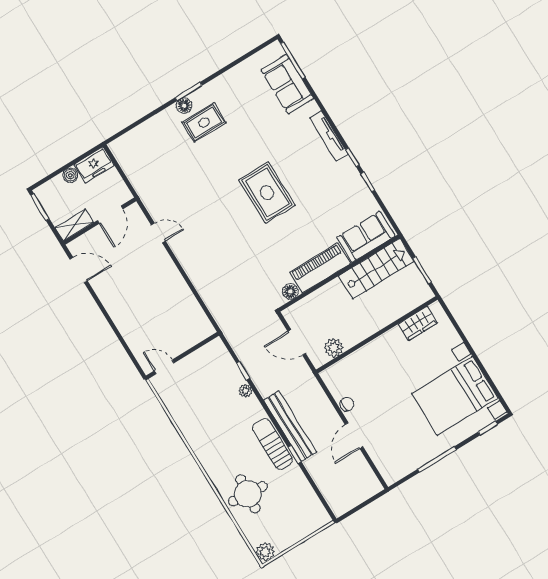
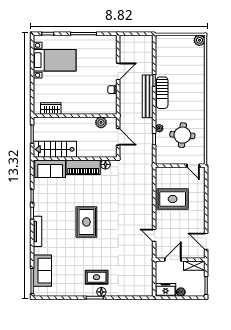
rug: (164, 301) -> (173, 199), added
bed with nightstands: (455, 396) -> (55, 60), width x0.73
round table: (248, 494) -> (182, 135), moved

